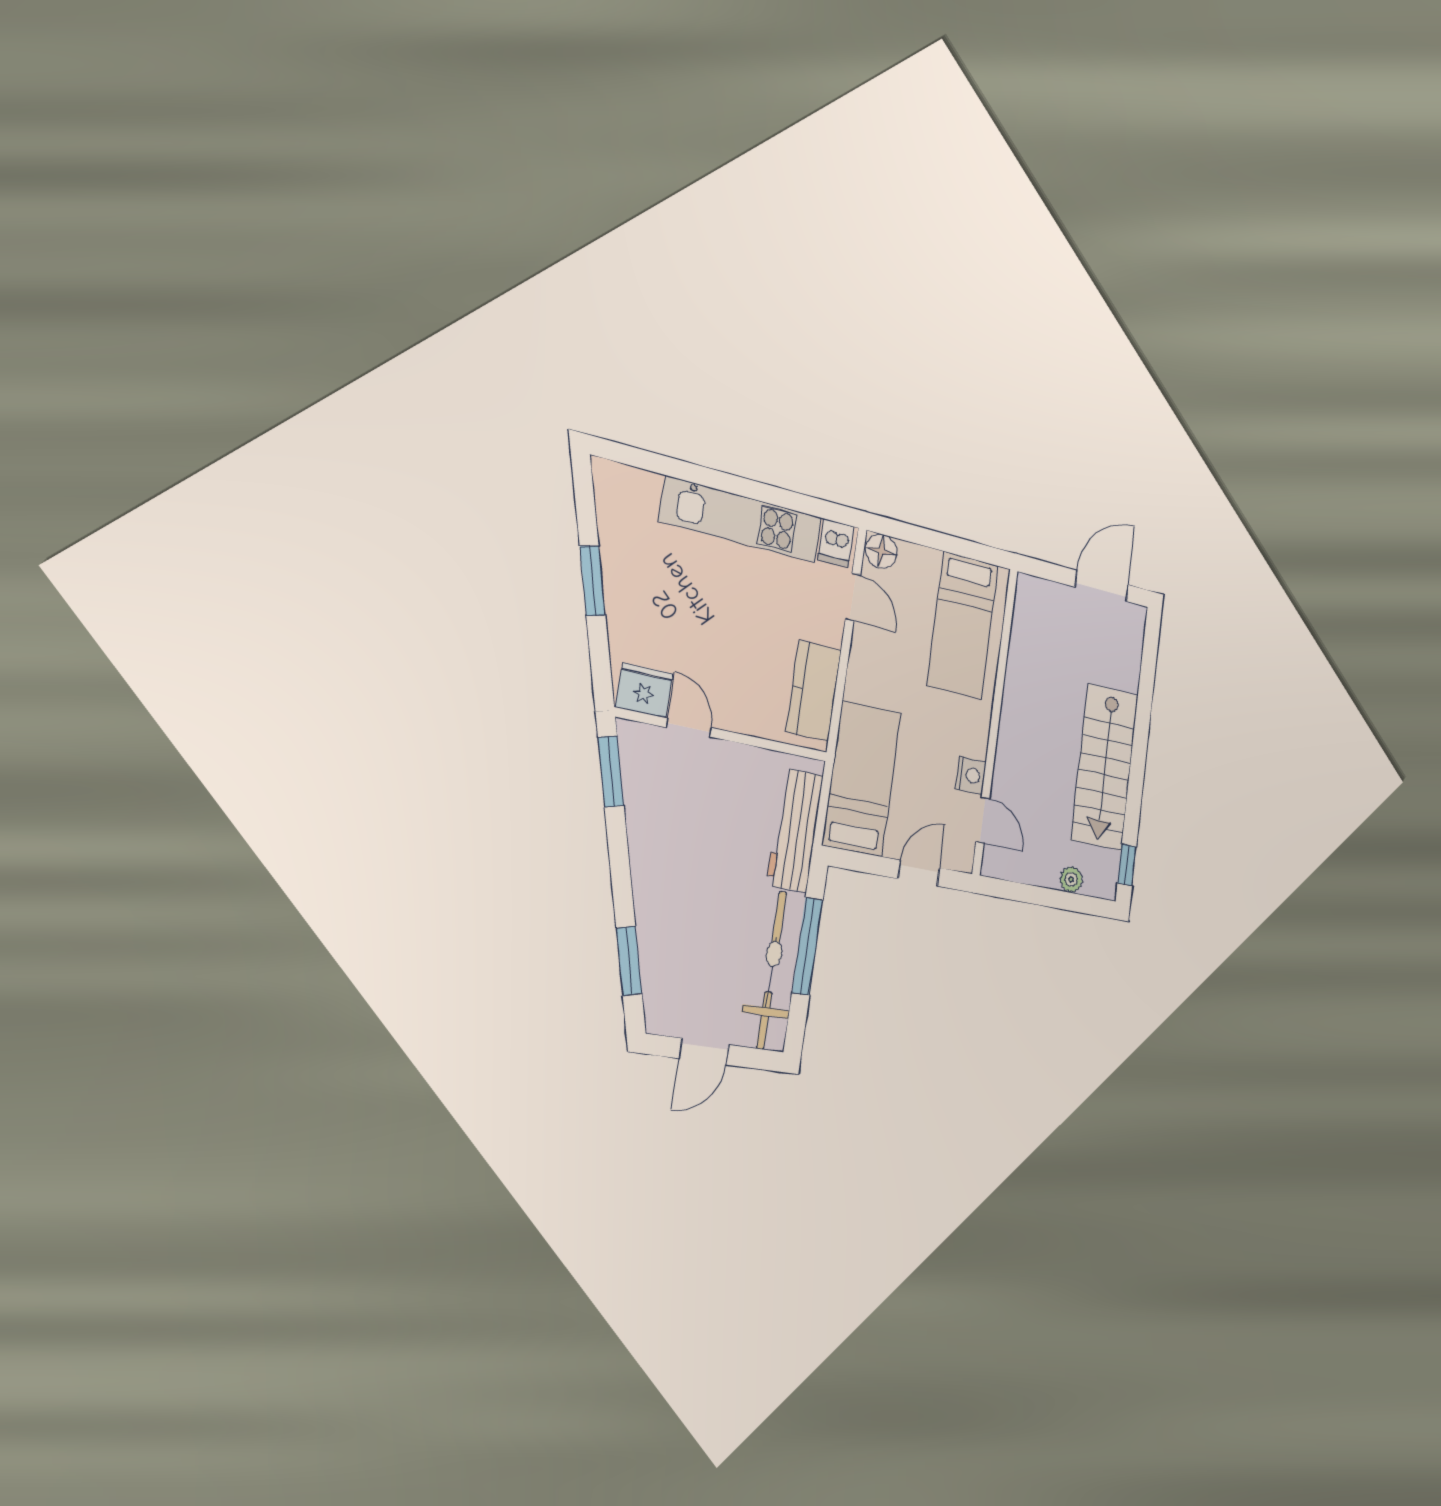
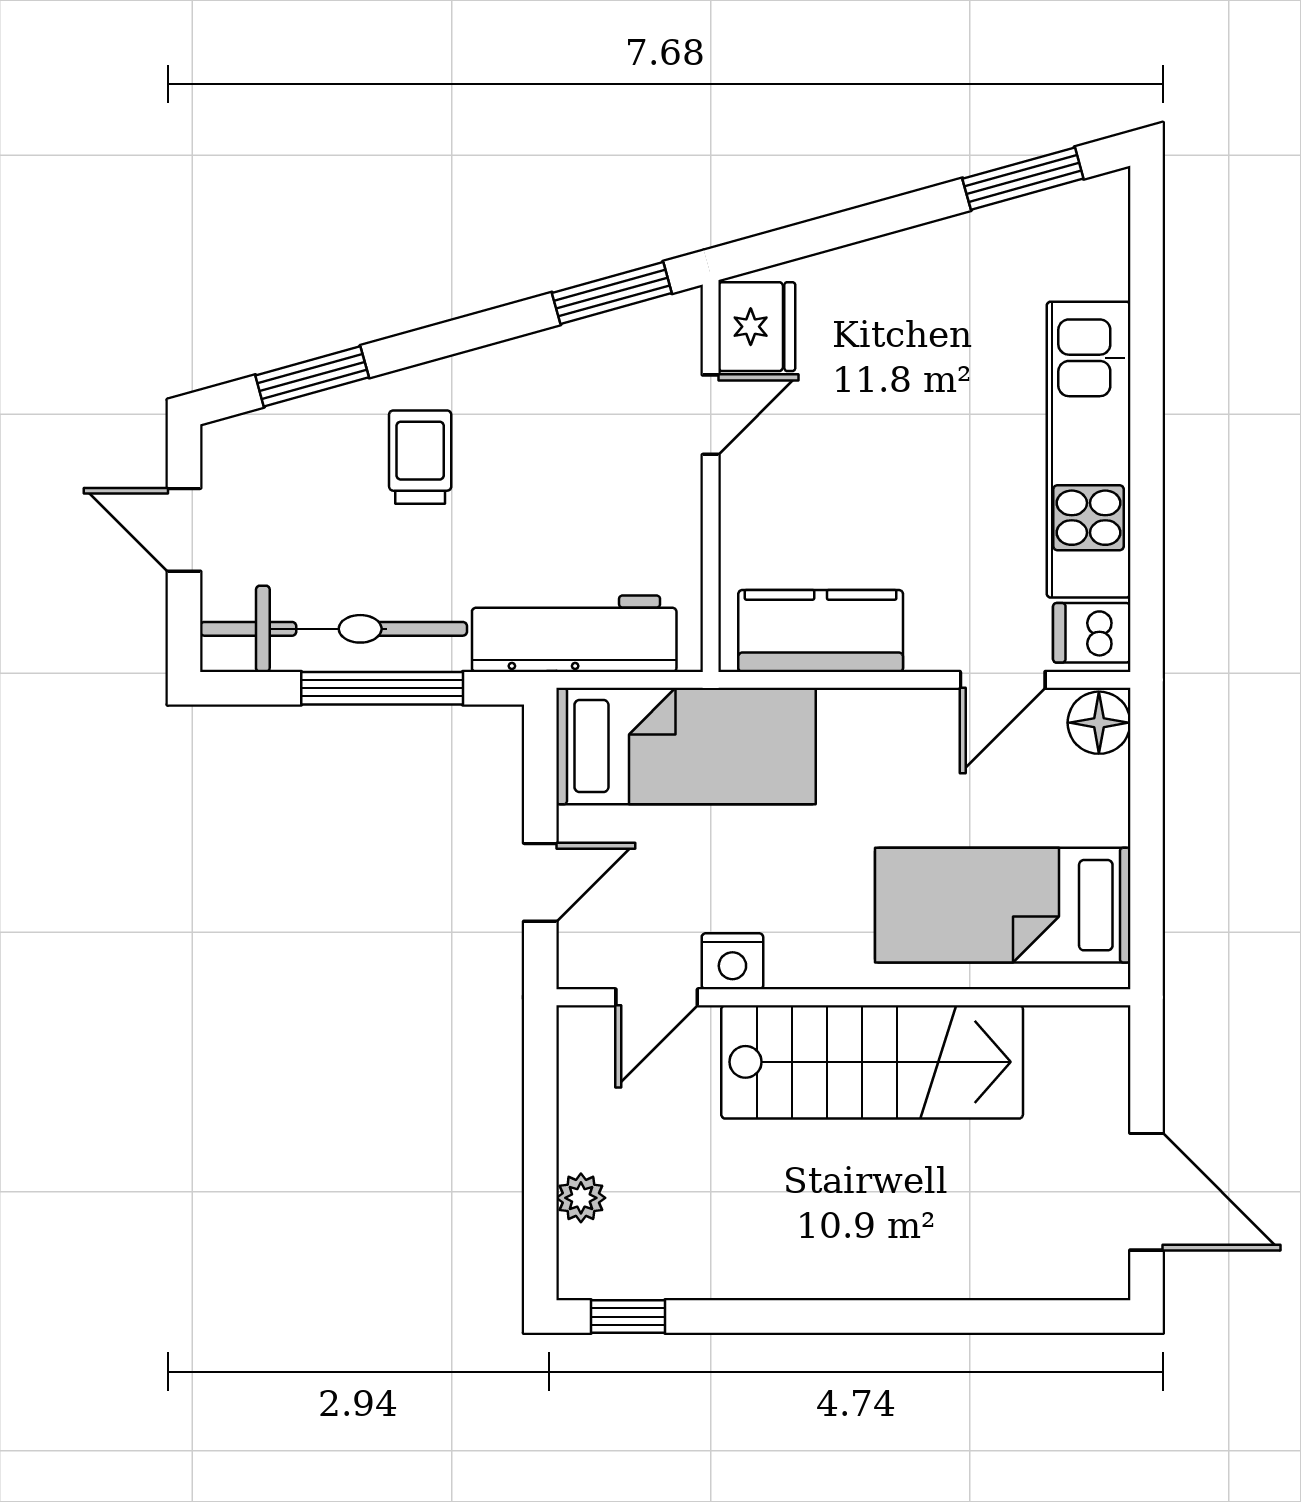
window: (592, 581) -> (1023, 179), moved
stairs: (1105, 767) -> (872, 1062), moved, turned 180
door: (919, 873) -> (540, 882), hinge flipped
trolley: (685, 903) -> (420, 457), added

